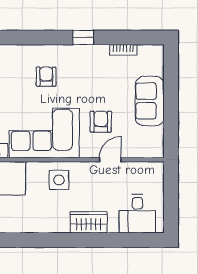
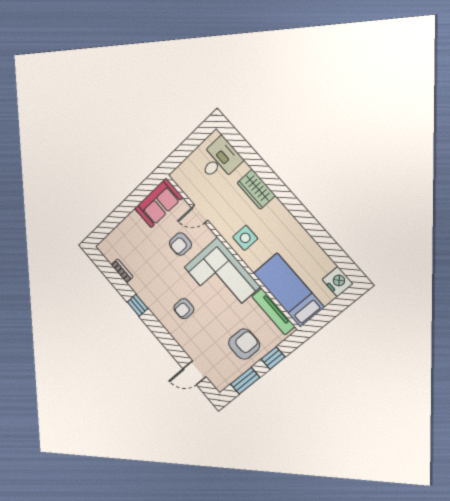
sofa: (150, 101) -> (159, 203), moved

